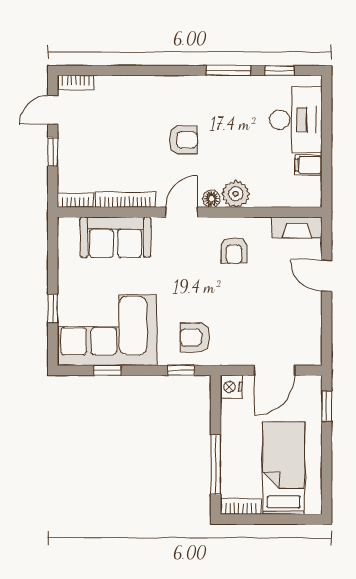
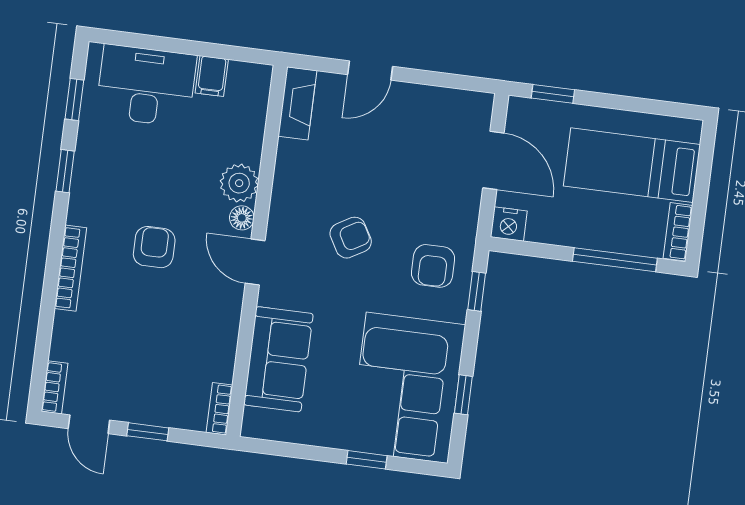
window: (228, 71) -> (65, 171), width x0.67
bookcase: (125, 200) -> (70, 268), moved, turned 180
armchair: (234, 251) -> (351, 238), moved, turned -30

